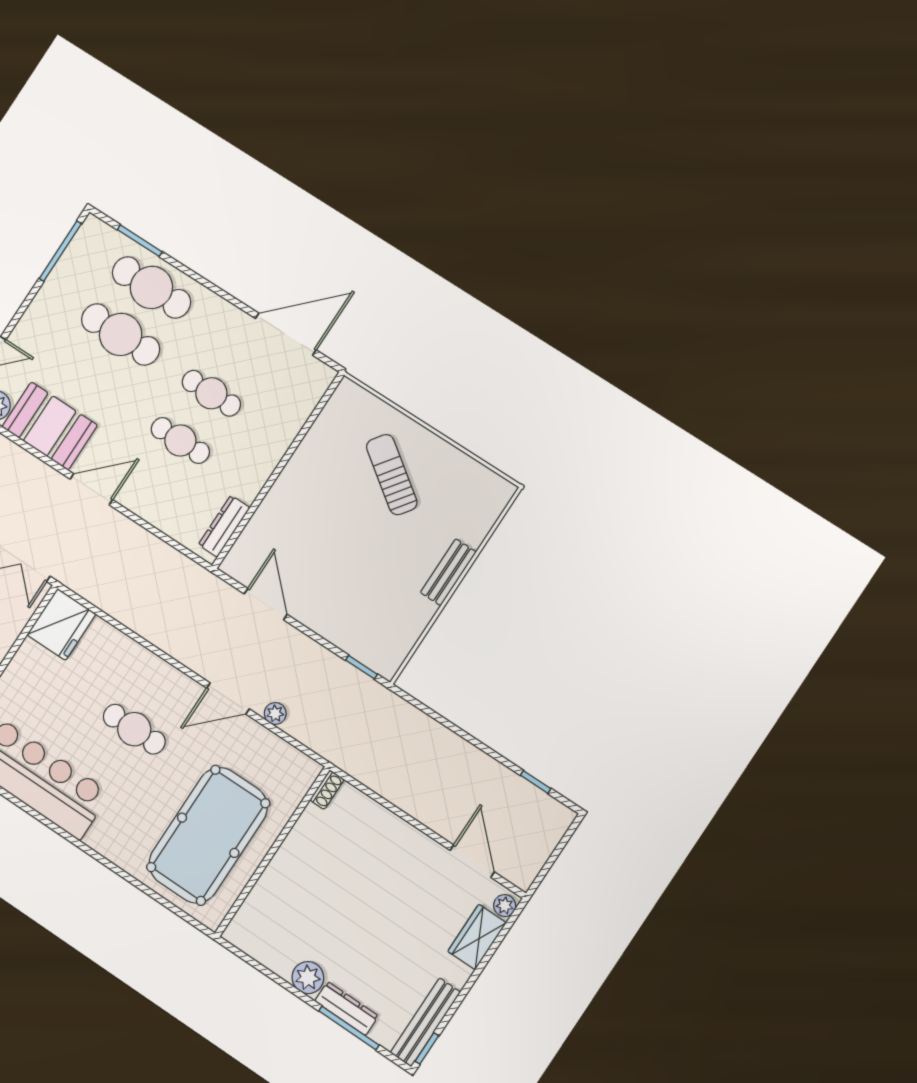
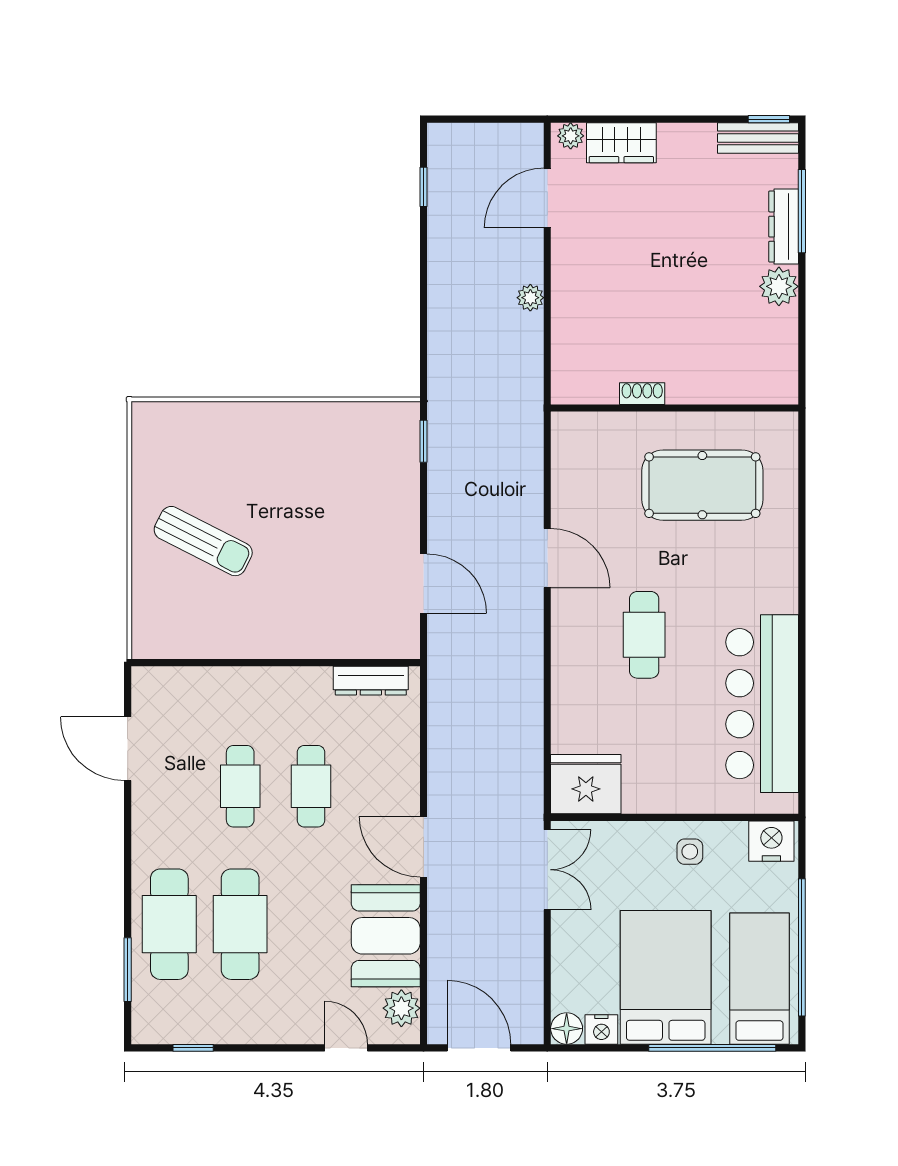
window: (60, 251) -> (193, 1048), width x0.46
door: (286, 334) -> (128, 749), width x0.73
sun lounger: (392, 475) -> (203, 541), turned -99
bench: (448, 572) -> (267, 416), removed
door: (266, 604) -> (423, 584), swing flipped
plant: (275, 714) -> (530, 298), moved
shoe rack: (327, 790) -> (642, 394), moved
pool table: (208, 835) -> (702, 485), width x0.73, depth x0.76
bench: (425, 1022) -> (758, 138), width x0.73

